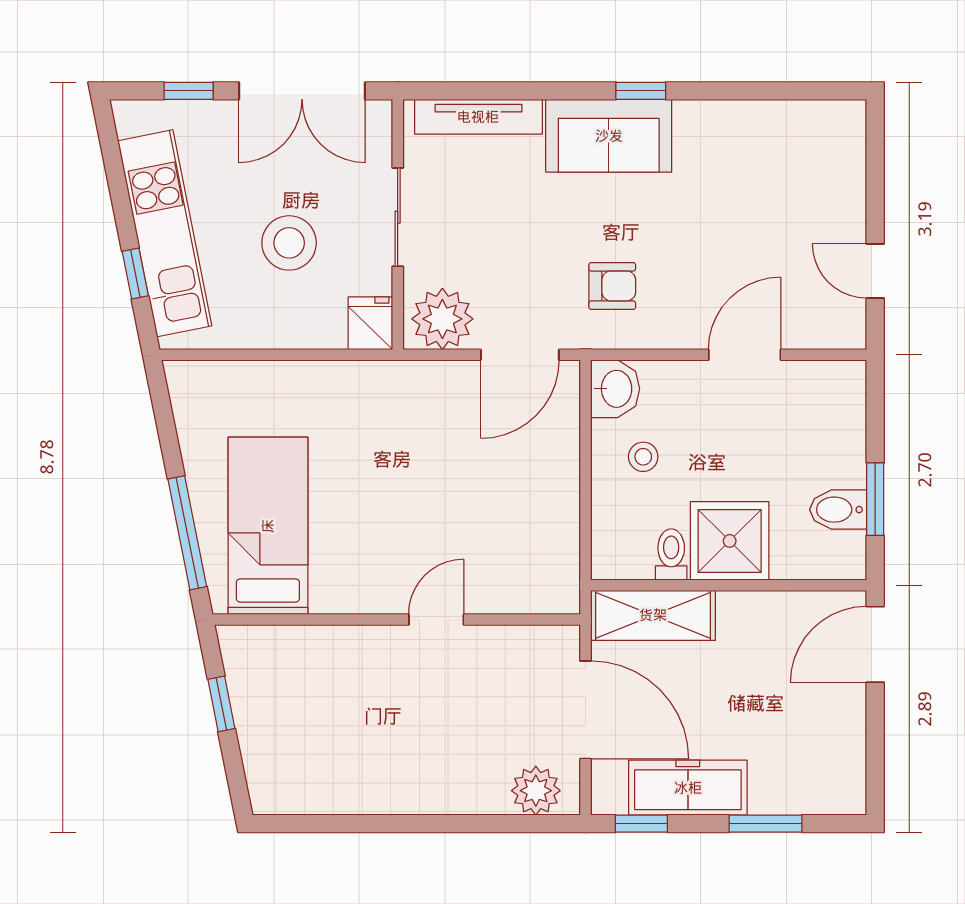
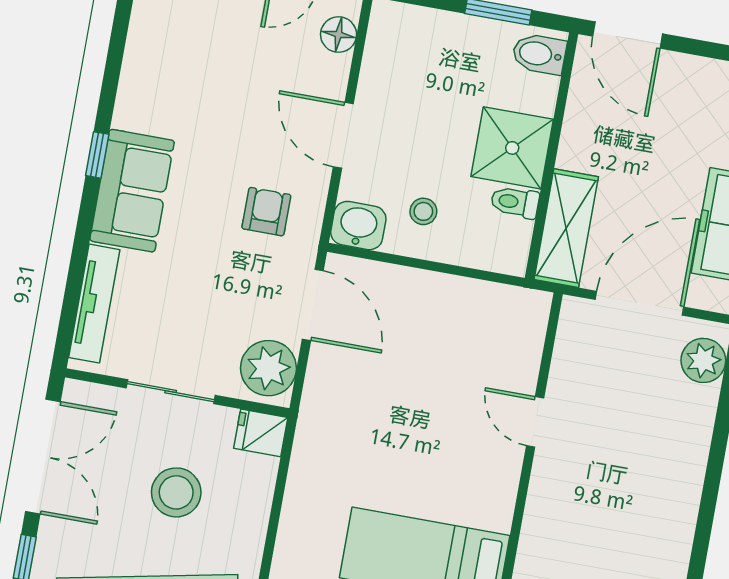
floor lamp: (819, 330) -> (339, 35), added
door: (745, 355) -> (343, 135), moved
bidet: (838, 510) -> (539, 54), moved, turned 90

